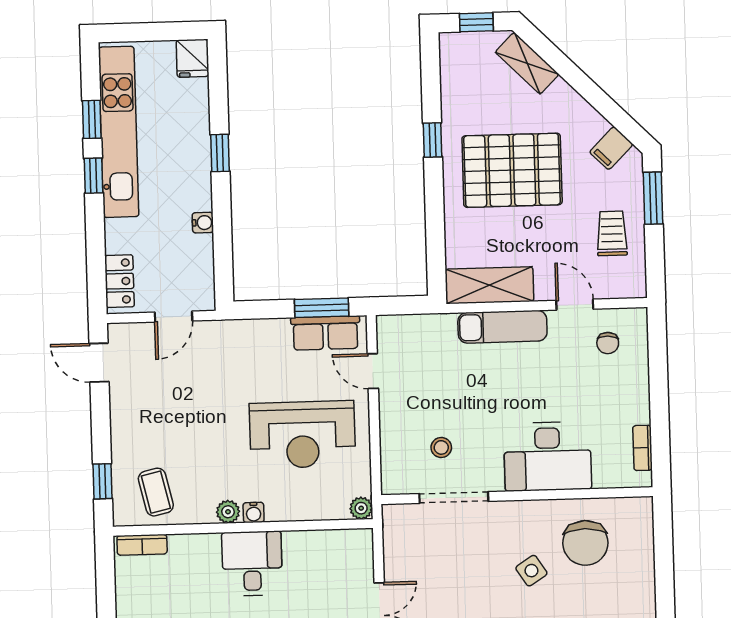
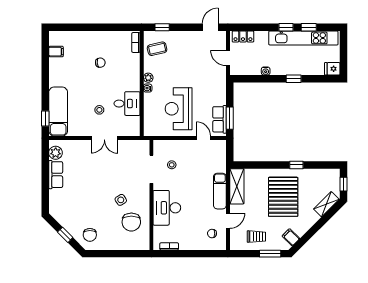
door: (373, 371) -> (203, 138), hinge flipped
plant: (361, 508) -> (148, 132), removed
chair: (585, 543) -> (131, 222), turned -90
desk: (252, 563) -> (127, 104), moved

